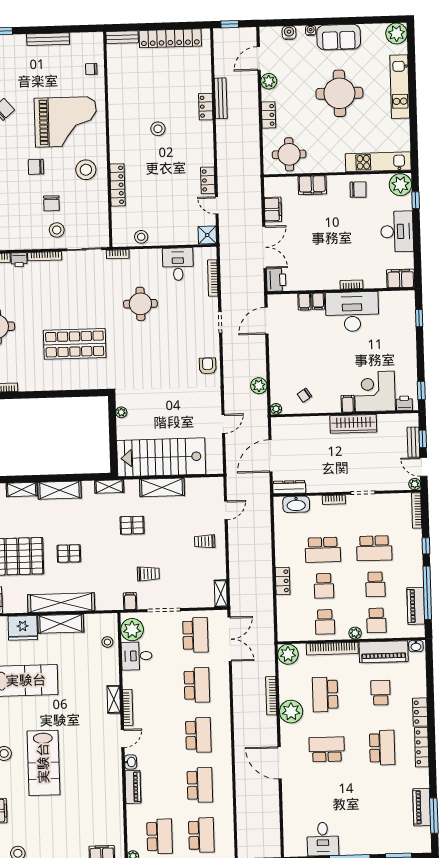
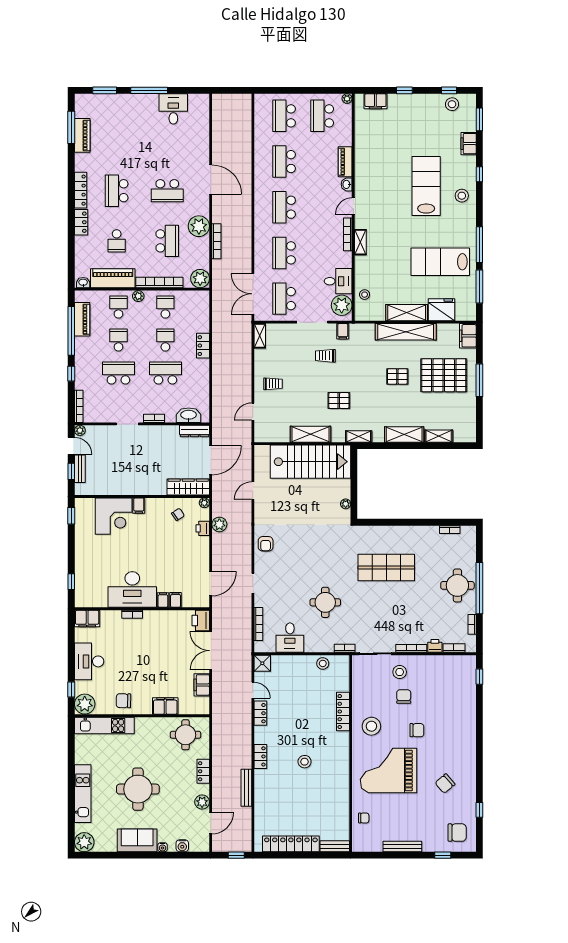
locker: (206, 107) -> (260, 756), moved
printer: (404, 403) -> (203, 528), moved, turned 90
wardrobe: (353, 424) -> (188, 487), moved

